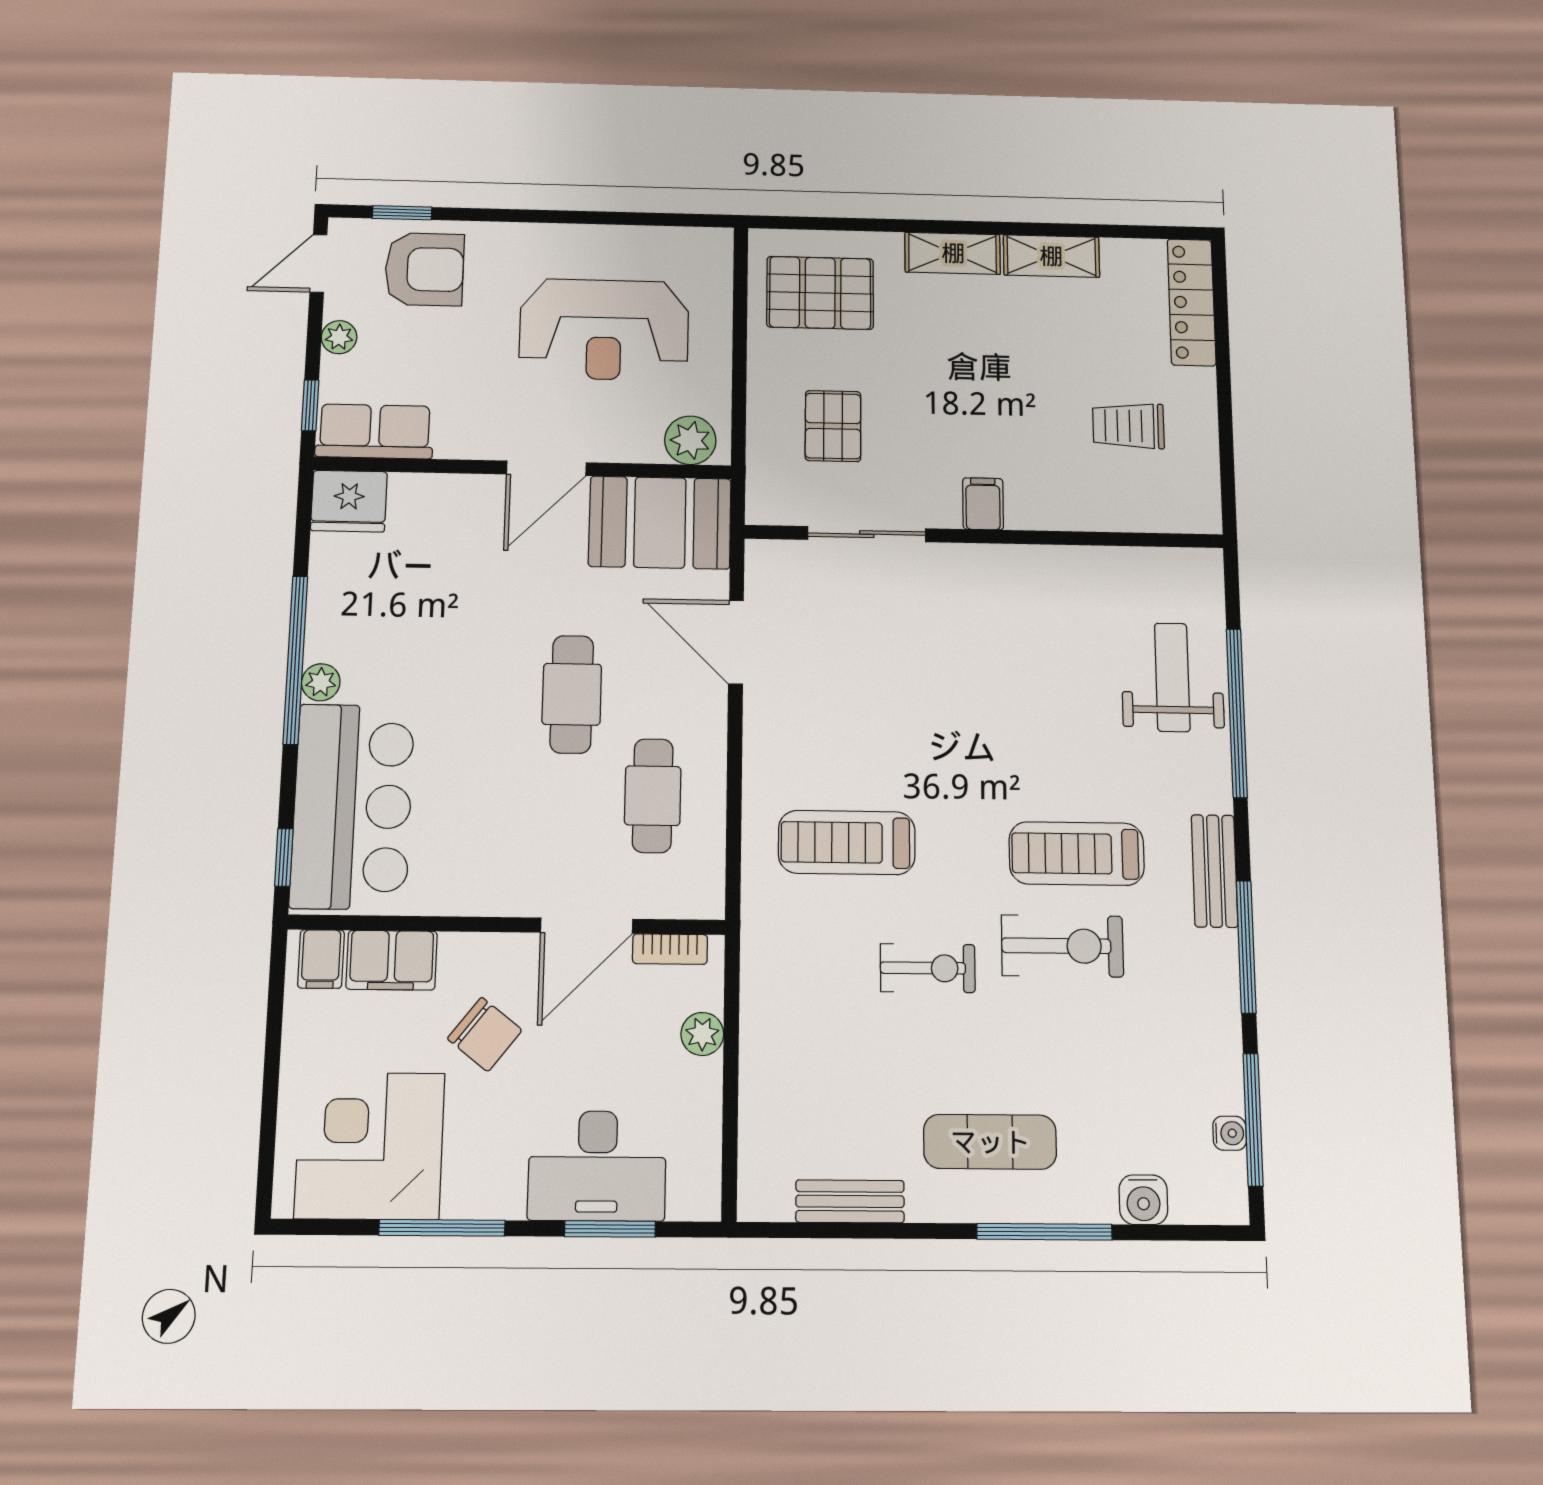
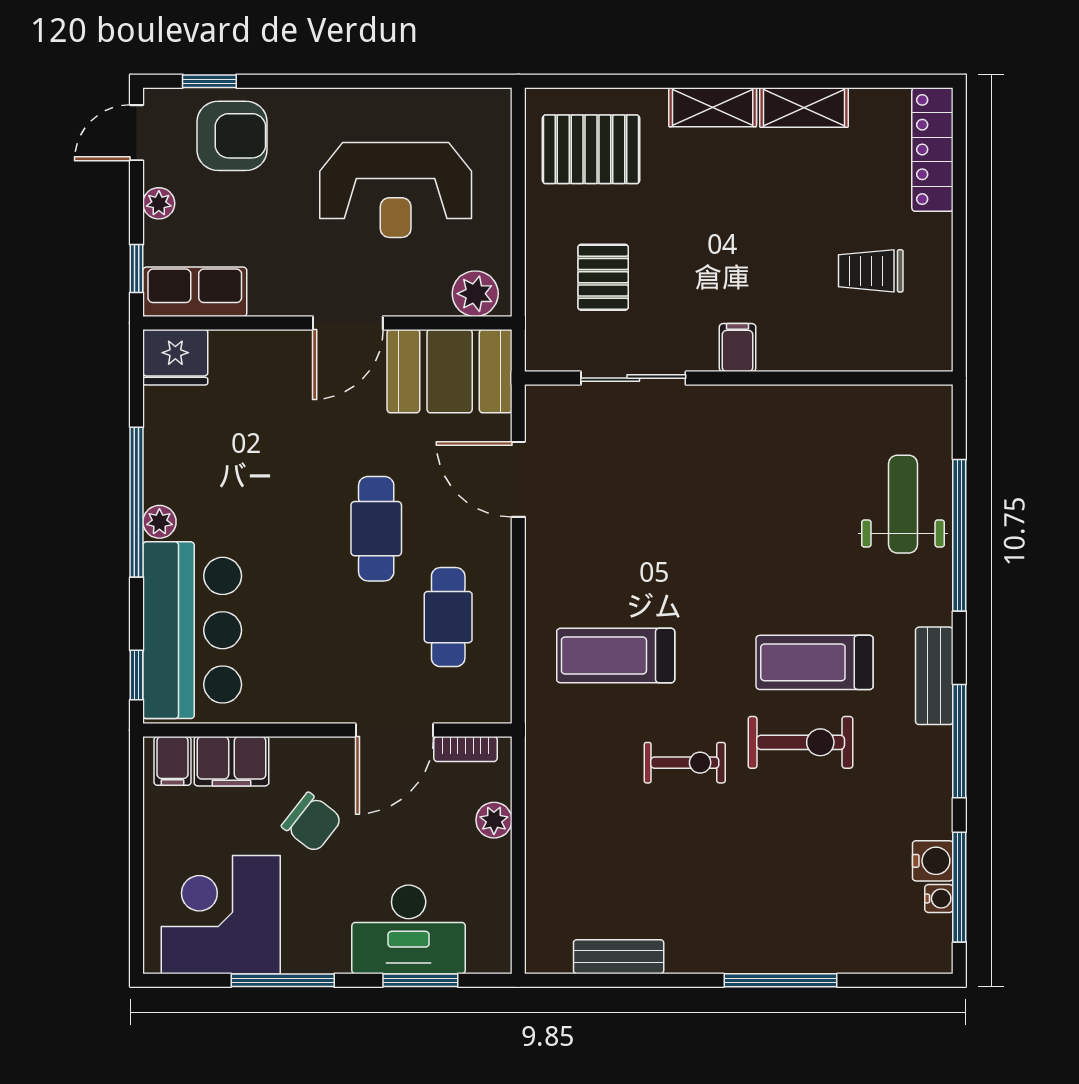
exercise mat: (990, 1142) -> (736, 907), removed
water cooler: (1143, 1200) -> (933, 861), moved, turned -90

